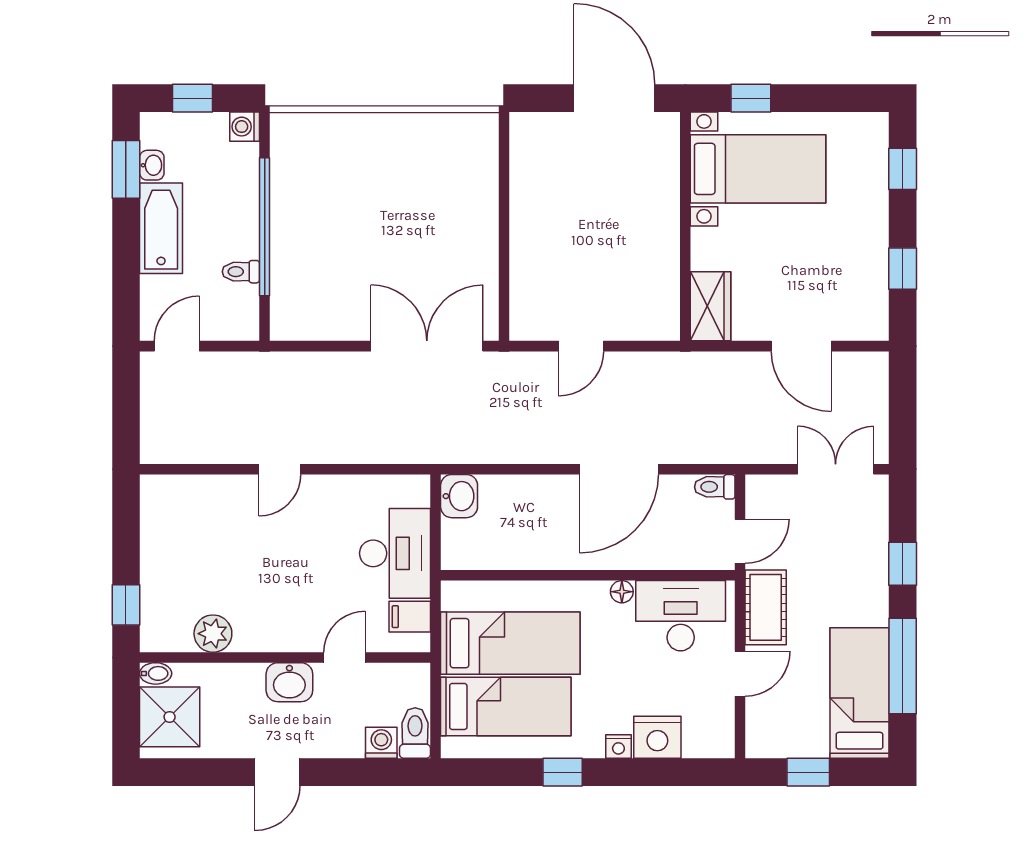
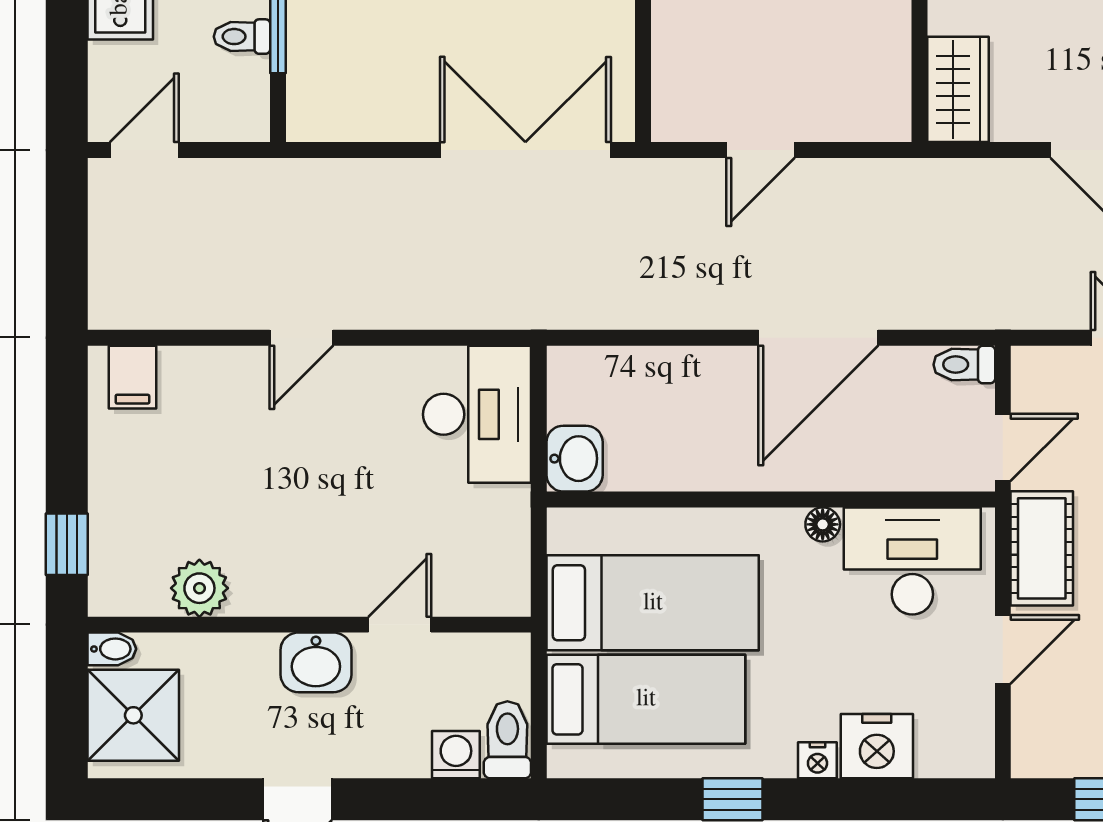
washbasin: (459, 496) -> (575, 459), moved
desk: (395, 553) -> (477, 414), moved
filing cabinet: (410, 617) -> (132, 377), moved, turned -90

